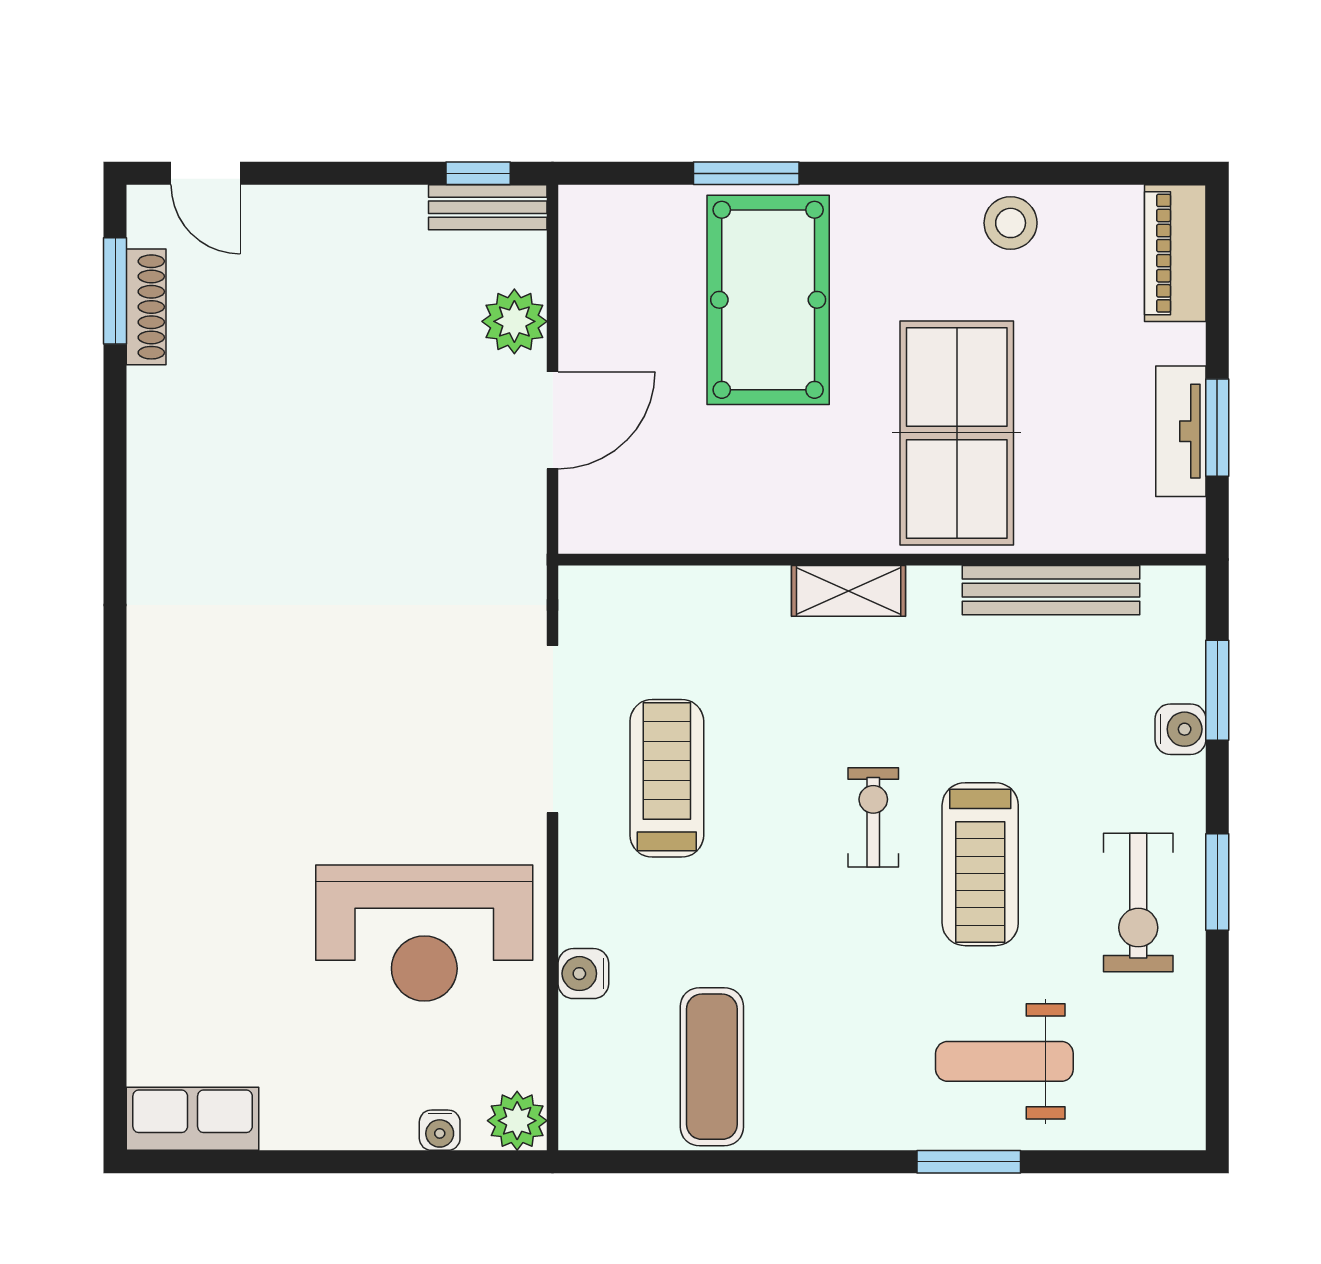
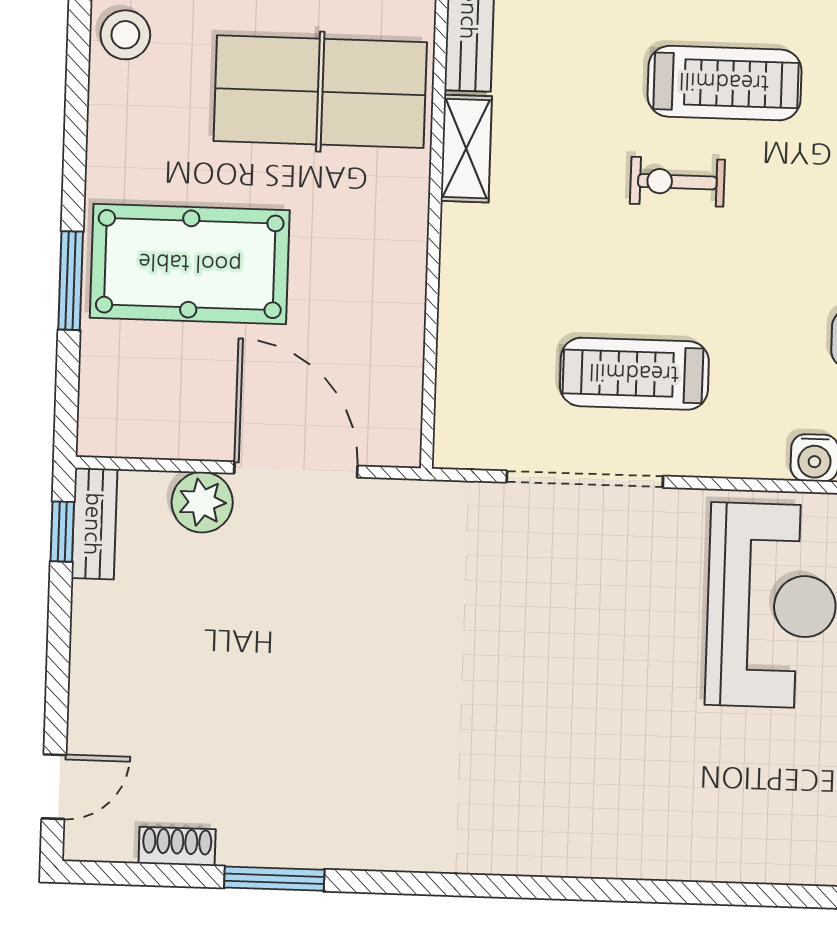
window: (115, 291) -> (274, 879), moved
shoe rack: (146, 307) -> (177, 846), width x0.70
door: (553, 420) -> (296, 470), width x1.36
shelving: (849, 591) -> (466, 149), moved

